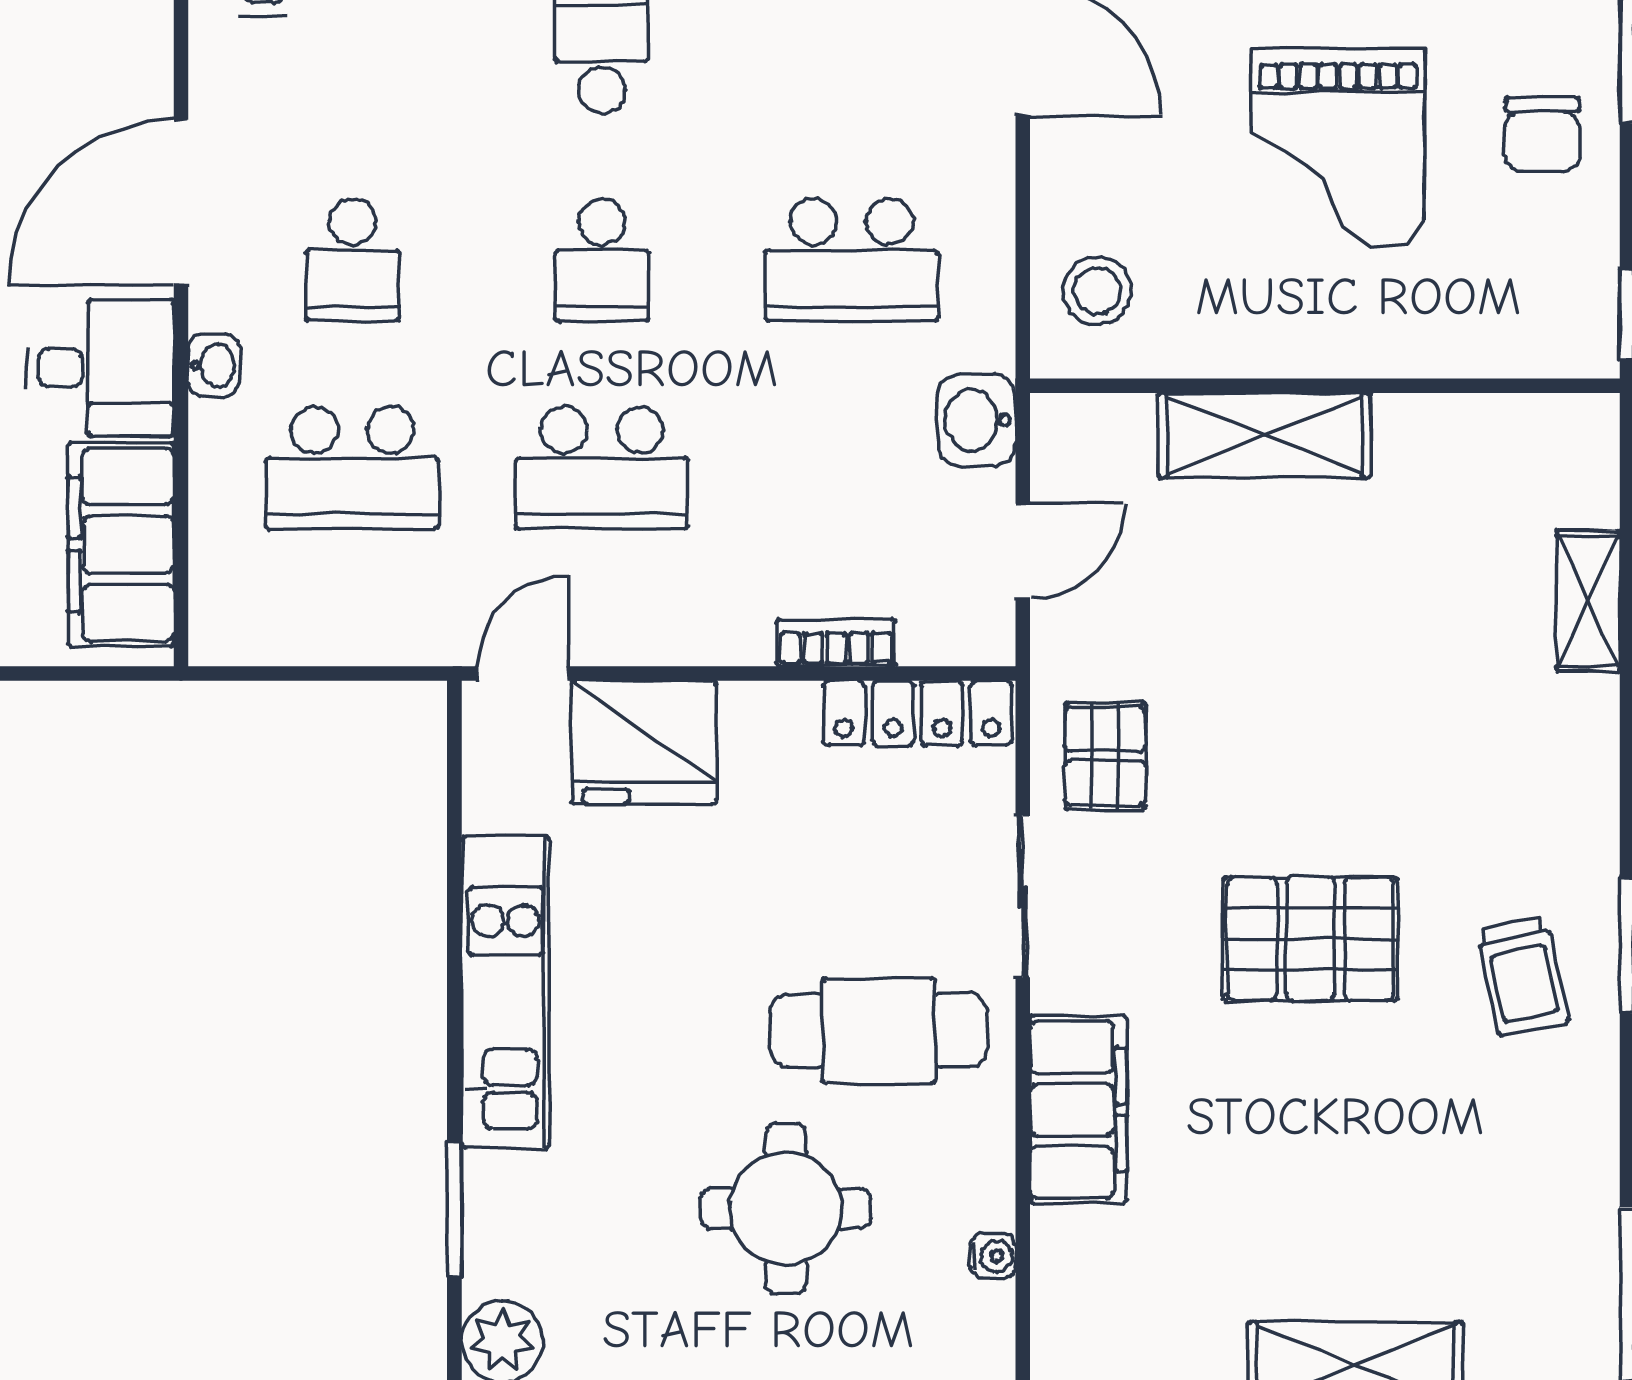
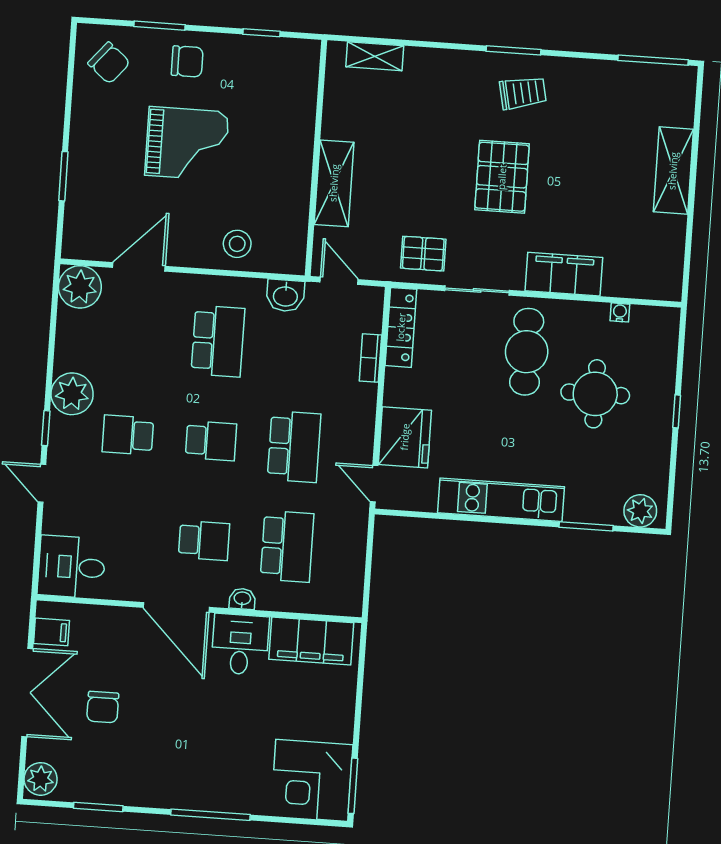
wall: (1325, 386) -> (316, 158), moved
shelving: (1265, 435) -> (334, 183), moved

